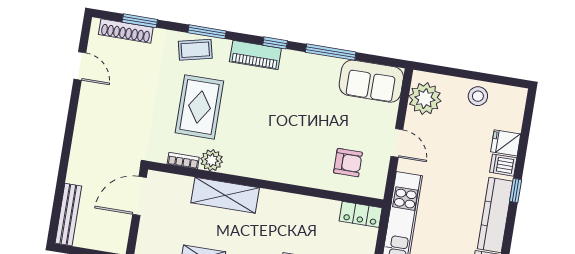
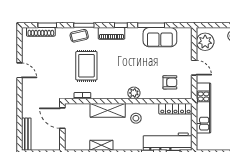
door: (80, 66) -> (20, 70), moved
sofa: (371, 81) -> (160, 37), moved
plant: (212, 160) -> (134, 93), moved
door: (139, 196) -> (62, 118), hinge flipped
locker: (361, 214) -> (175, 109), width x1.53
stool: (275, 218) -> (136, 118), added

